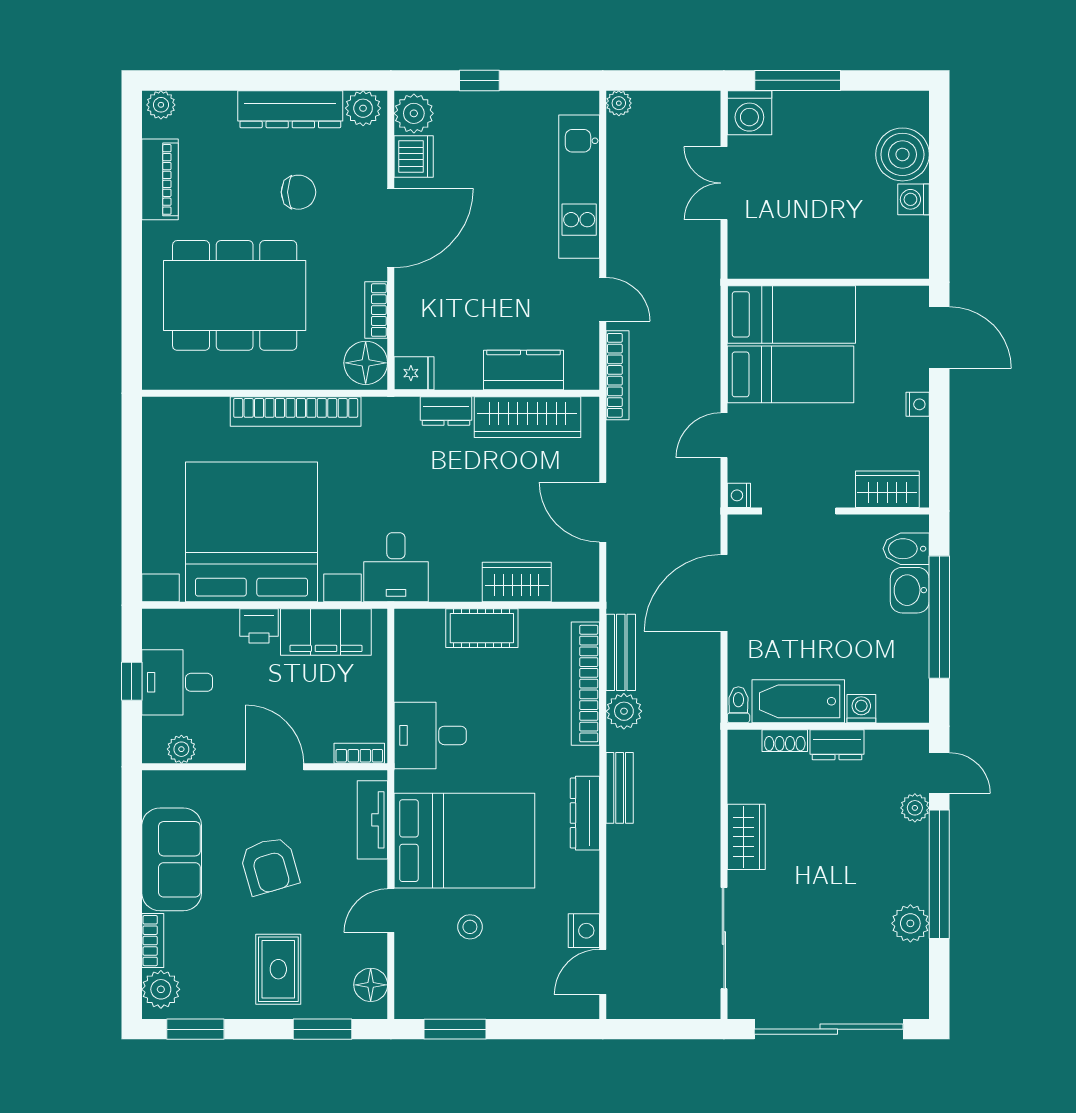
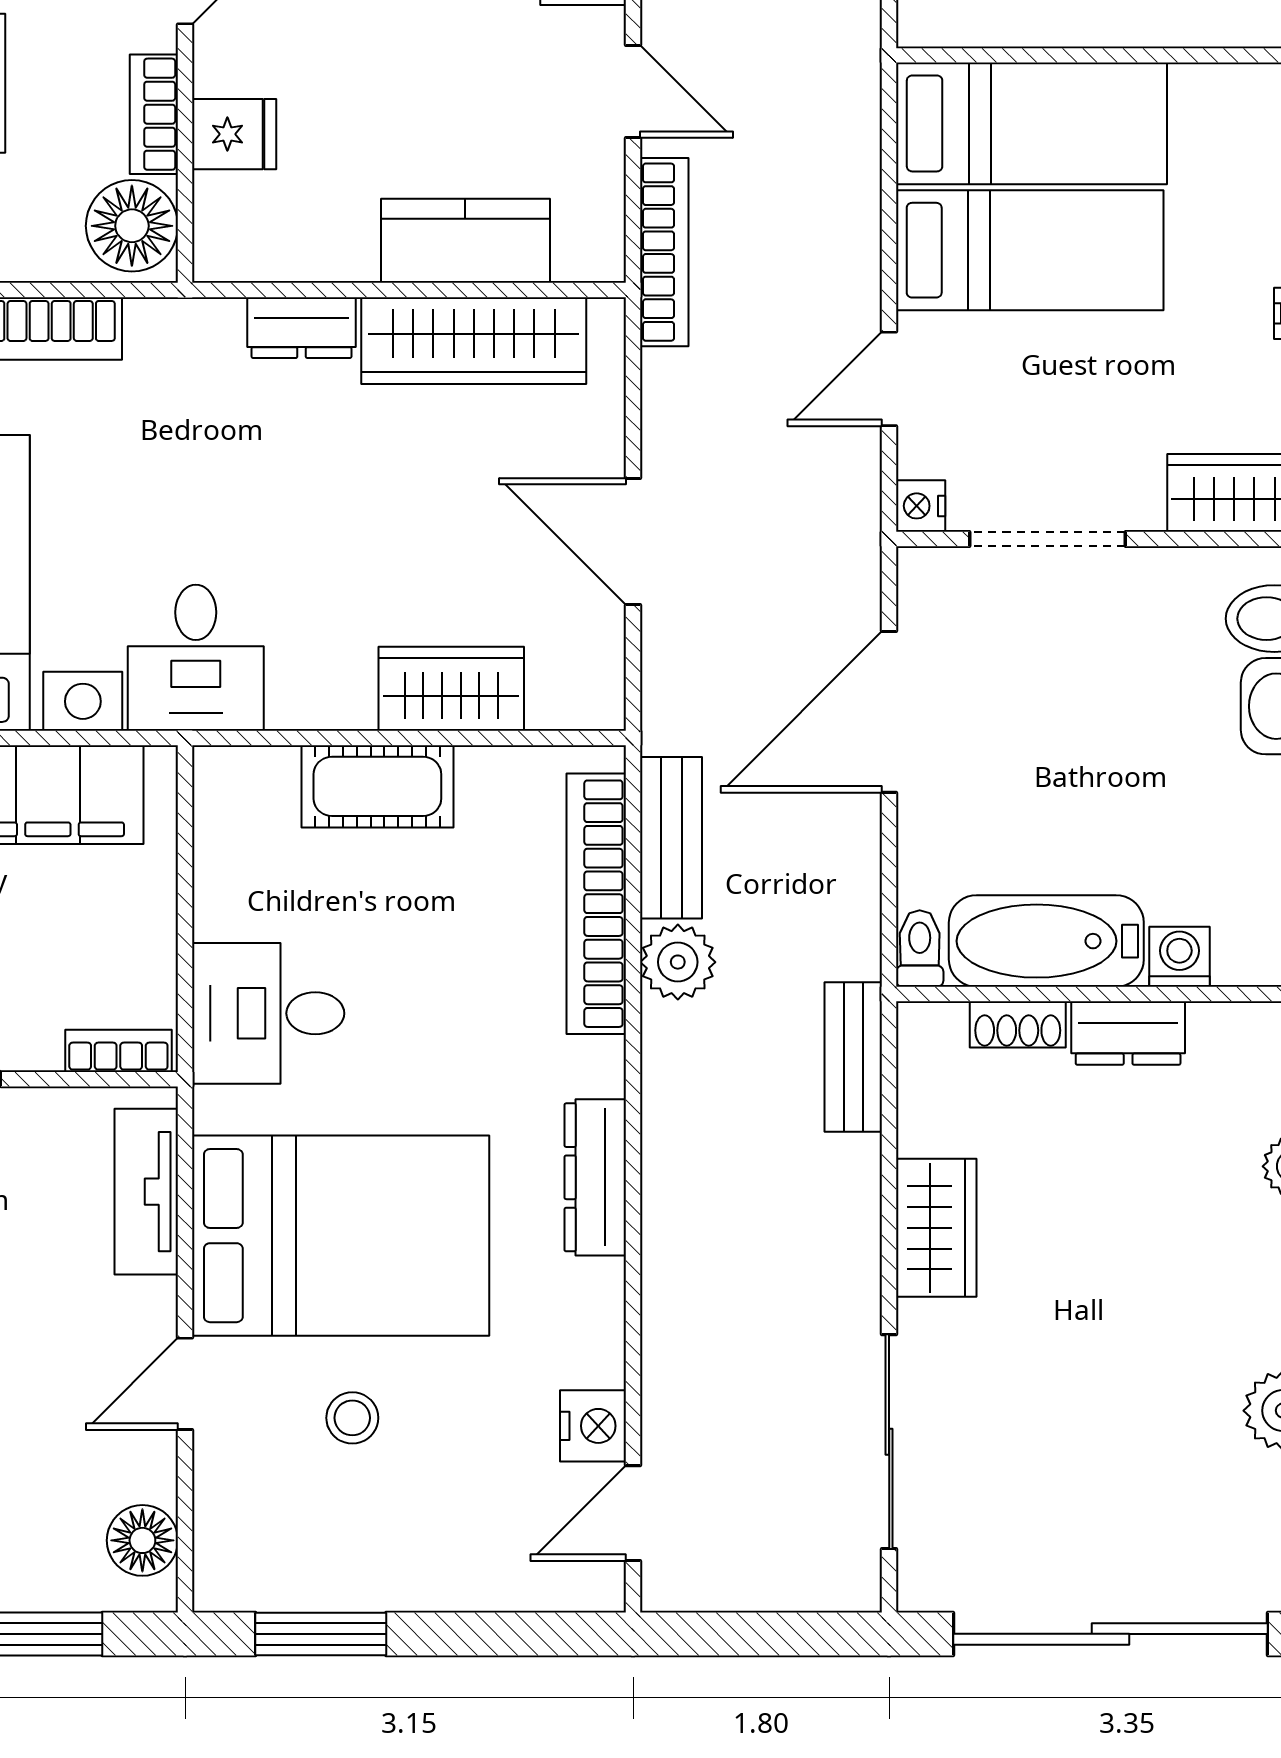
fridge: (414, 373) -> (234, 134), moved
bench: (620, 788) -> (853, 1057), moved

